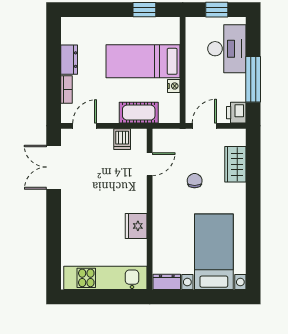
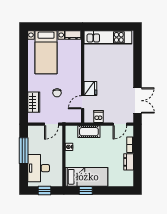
bed: (143, 61) -> (87, 177), moved
printer: (236, 113) -> (33, 132), removed
fridge: (136, 226) -> (90, 89), moved

